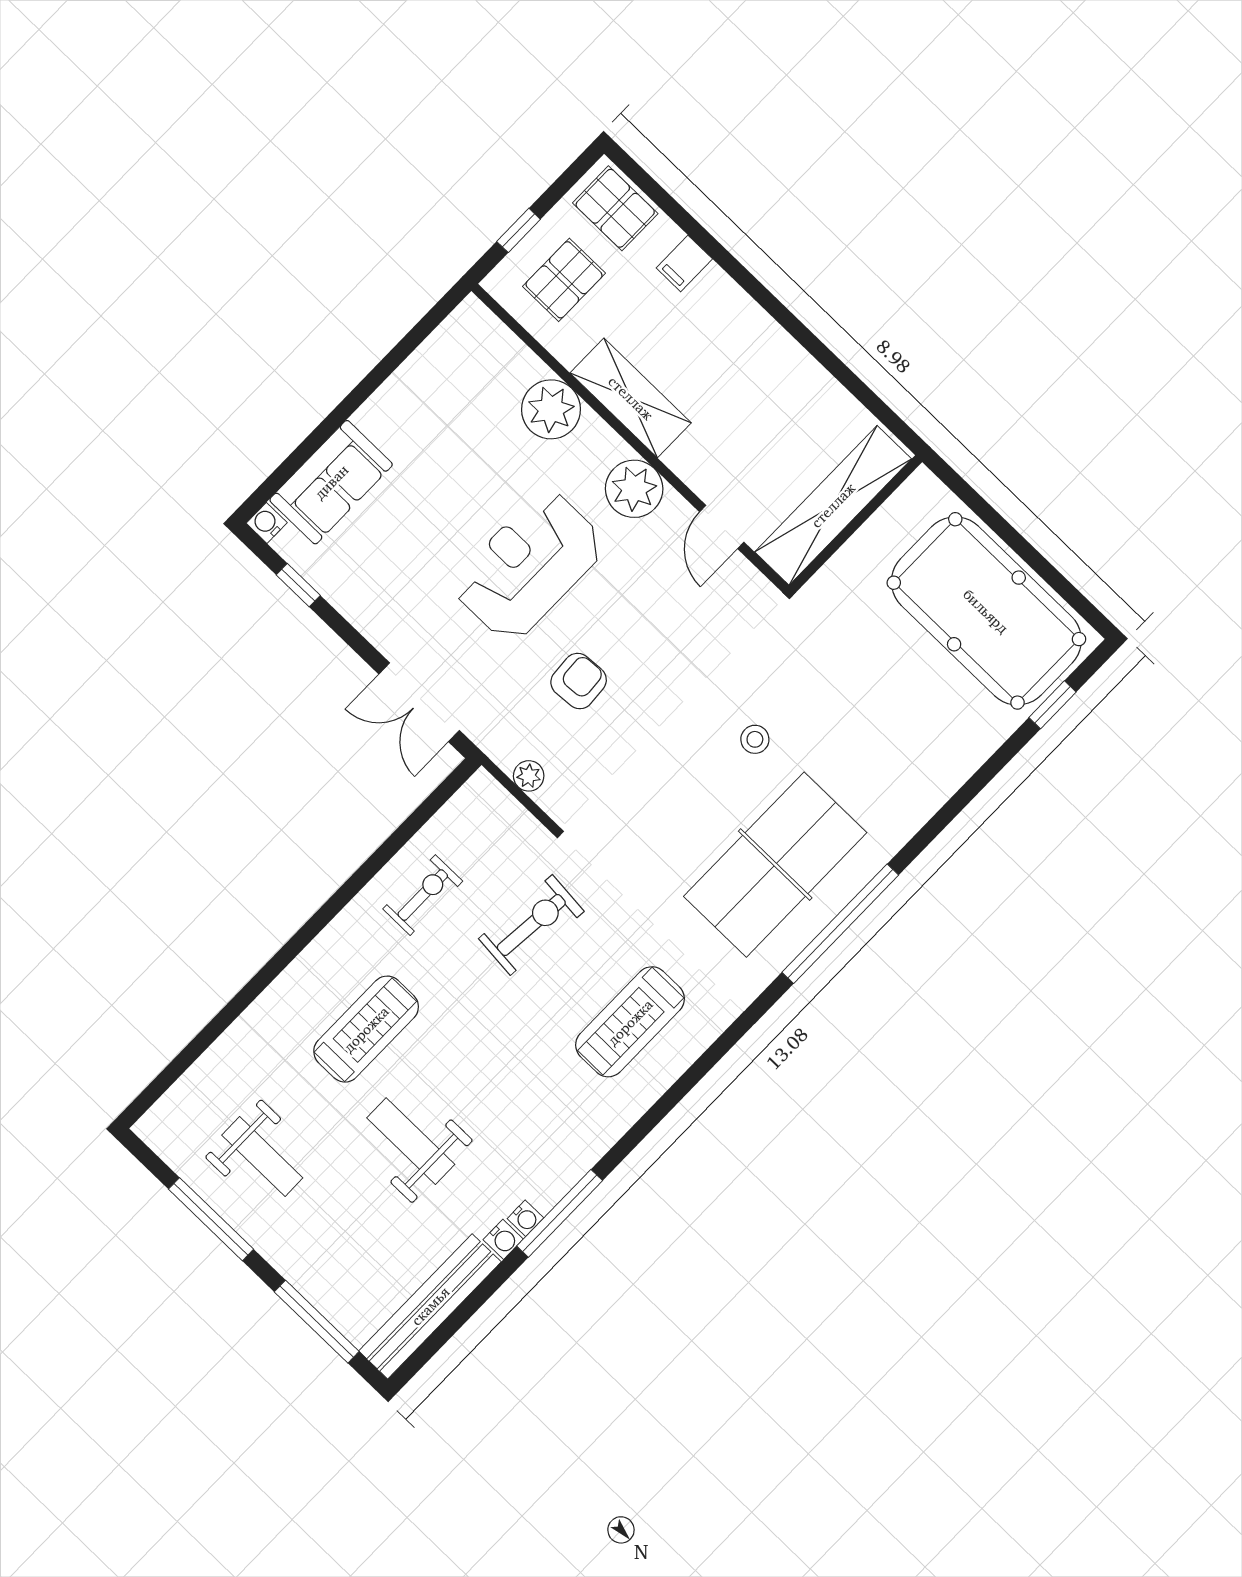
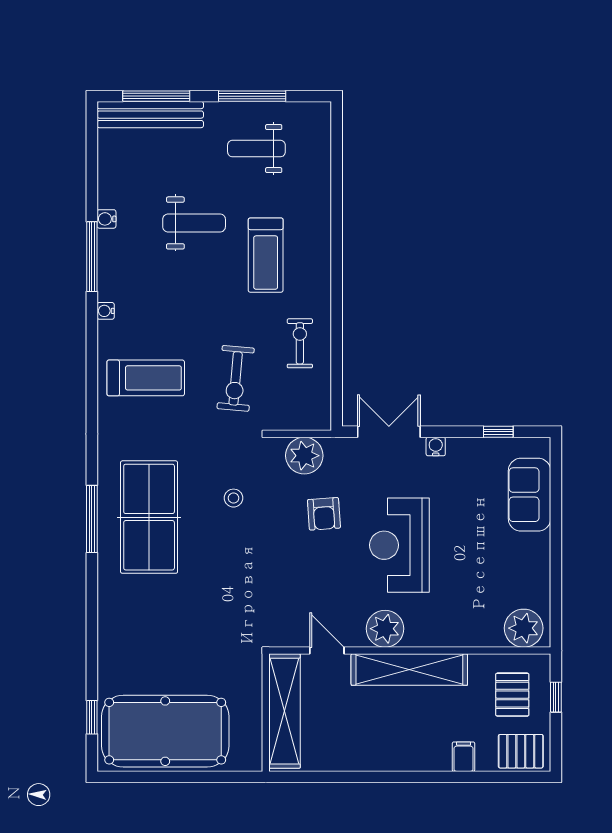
shelving: (631, 398) -> (409, 670), width x1.47
plant: (551, 409) -> (524, 628), moved
water cooler: (267, 523) -> (436, 446), moved, turned -90
reception desk: (529, 566) -> (399, 545), turned 180
stool: (755, 739) -> (234, 498), moved
plant: (529, 776) -> (304, 456), width x1.87, depth x1.87
exercise bike: (423, 895) -> (300, 343), turned 180
window: (840, 924) -> (92, 519), width x0.68
treadmill: (630, 1022) -> (146, 378), turned 90
water cooler: (525, 1218) -> (106, 311), moved
bench: (430, 1306) -> (150, 115), moved, turned 90

